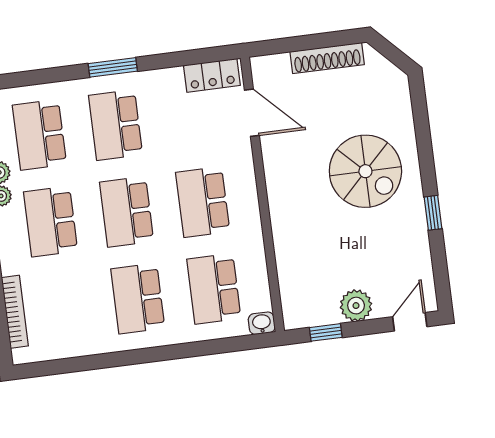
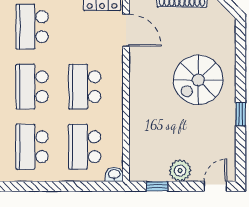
spiral stairs: (365, 171) -> (198, 80), turned 90

